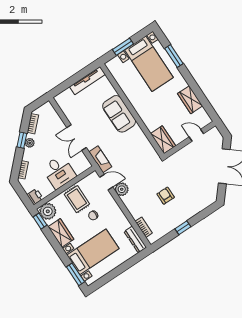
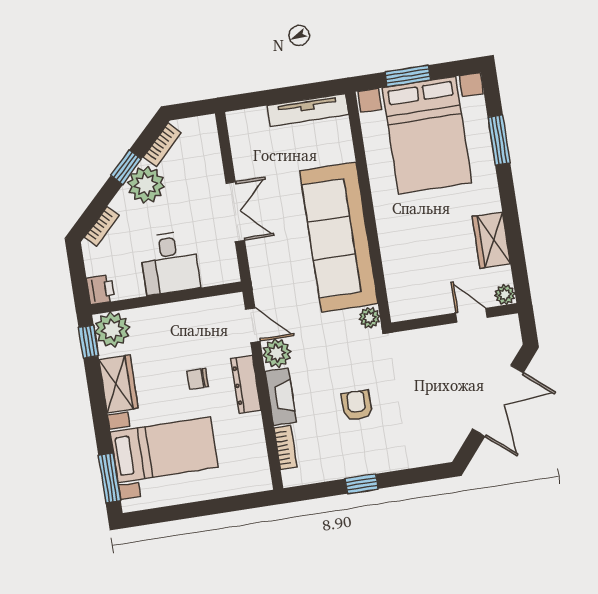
bed with nightstands: (149, 64) -> (427, 135), width x1.36
sofa: (119, 114) -> (339, 237), width x1.85, depth x1.27
plant: (206, 120) -> (505, 295), added
double door: (77, 138) -> (235, 212), swing flipped
wardrobe: (163, 140) -> (402, 294), removed
plant: (30, 143) -> (146, 185), width x1.88, depth x1.88
plant: (154, 156) -> (369, 318), added
fireplace: (100, 159) -> (281, 397), moved
rug: (77, 199) -> (180, 332), removed
dresser: (135, 239) -> (246, 384), moved

